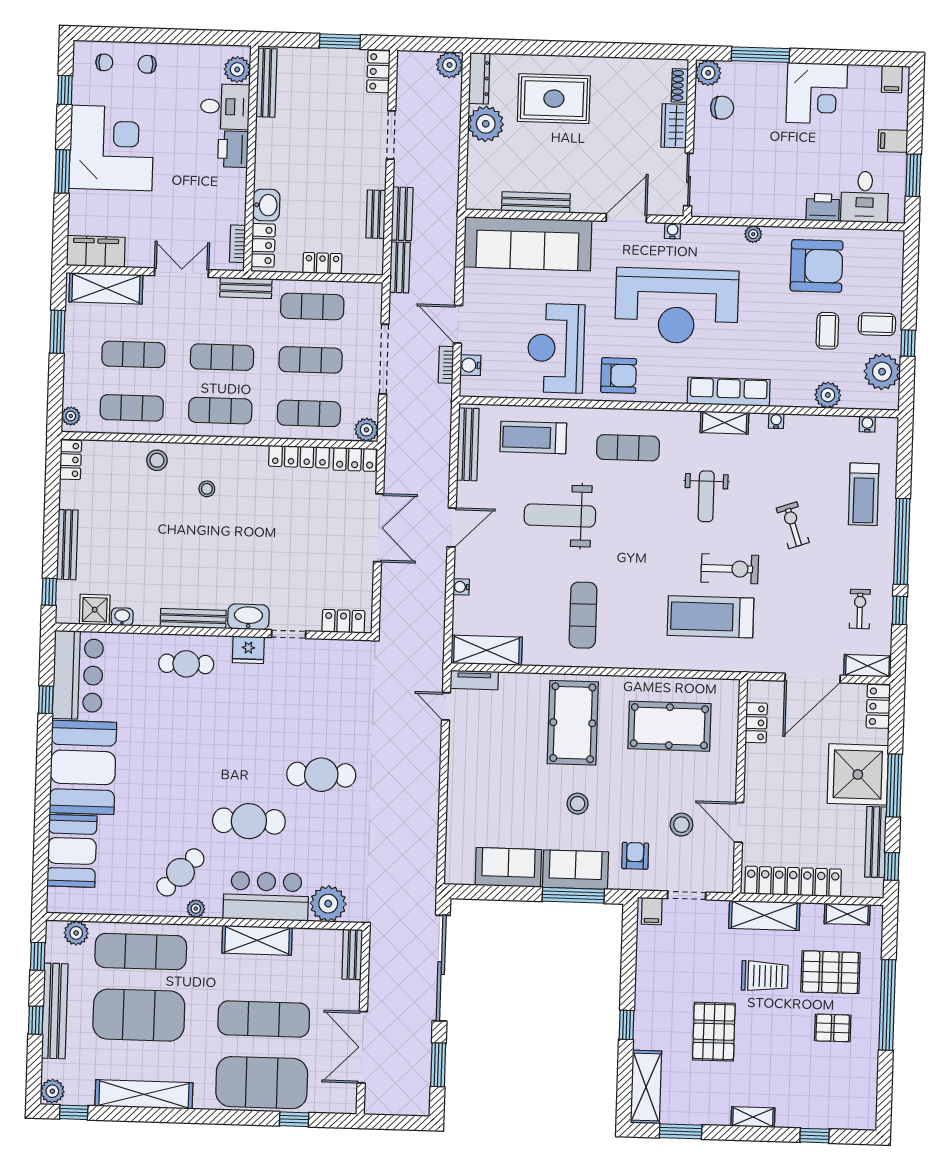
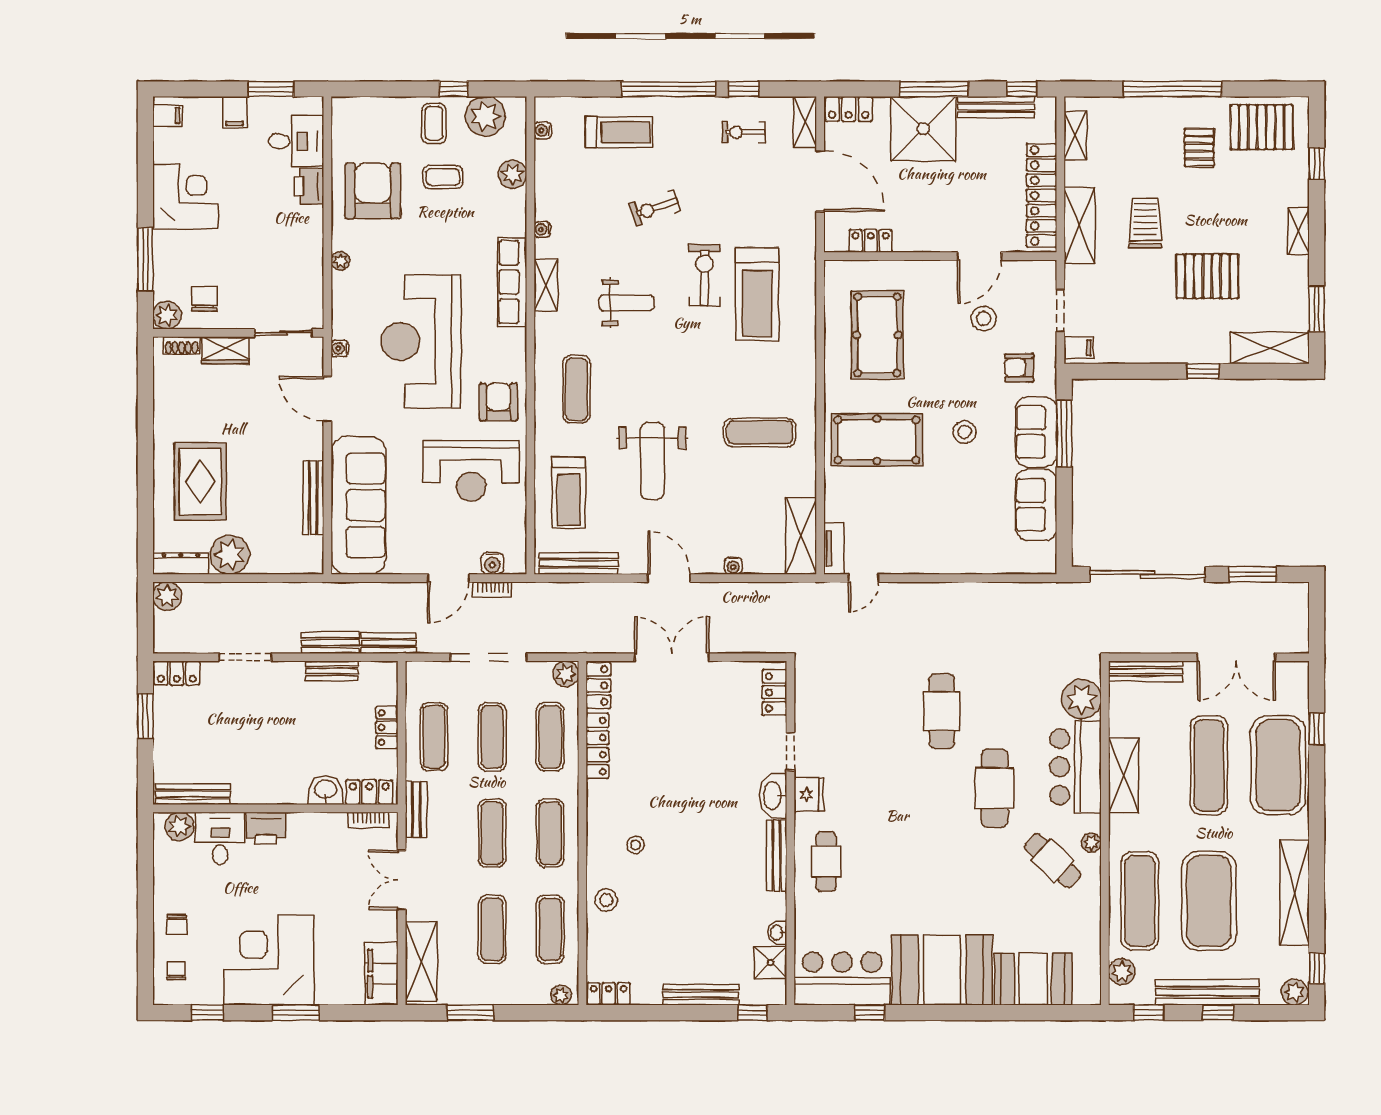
reception desk: (677, 306) -> (421, 341), turned 180
bench: (352, 954) -> (1146, 671), width x1.36
pallet: (830, 972) -> (1262, 127), moved, turned 90

